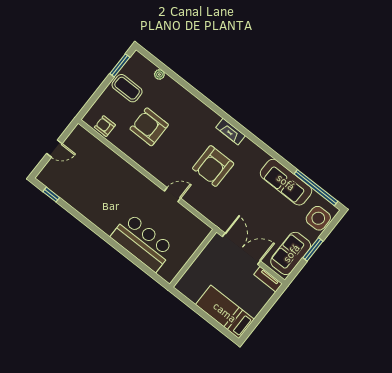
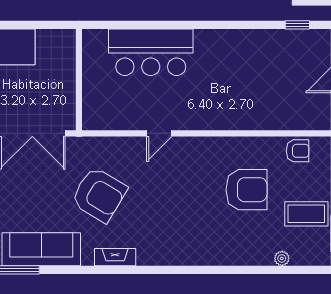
fireplace: (230, 132) -> (115, 257), moved
armchair: (213, 166) -> (99, 195), moved, turned 121

